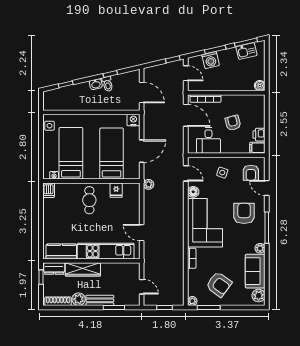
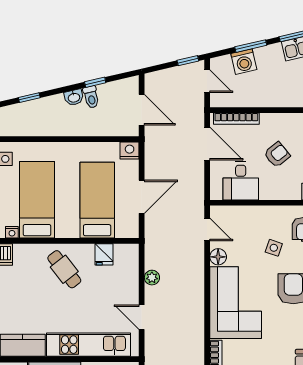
armchair: (233, 123) -> (277, 155), turned 66
side table: (222, 173) -> (274, 248), moved
plant: (149, 184) -> (152, 278), moved
cafe table: (89, 200) -> (64, 269), turned -38

